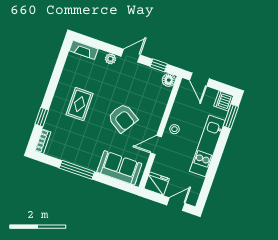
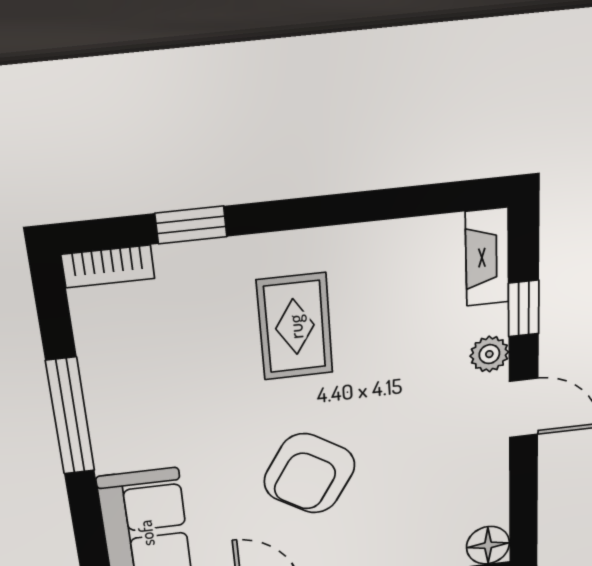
window: (159, 65) -> (524, 309), moved
rug: (80, 104) -> (295, 327), turned 90

